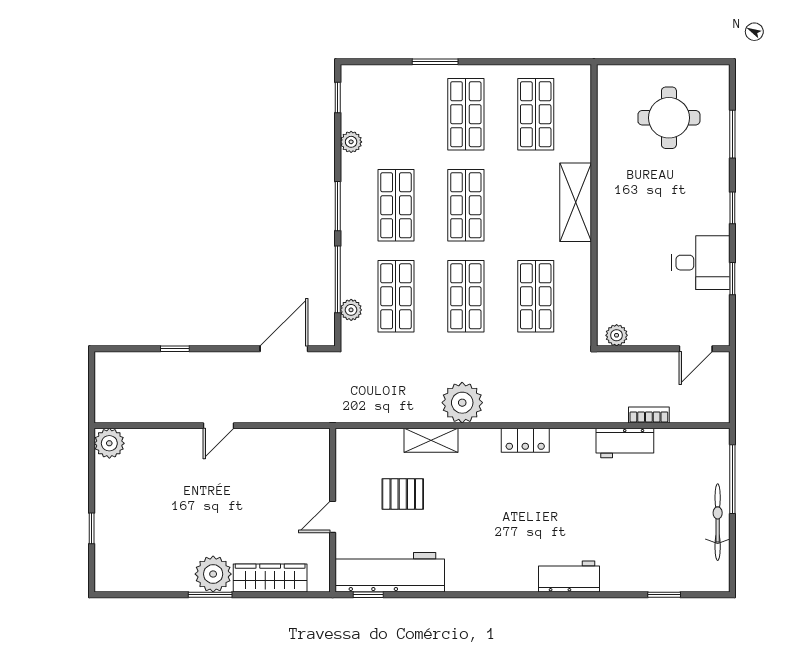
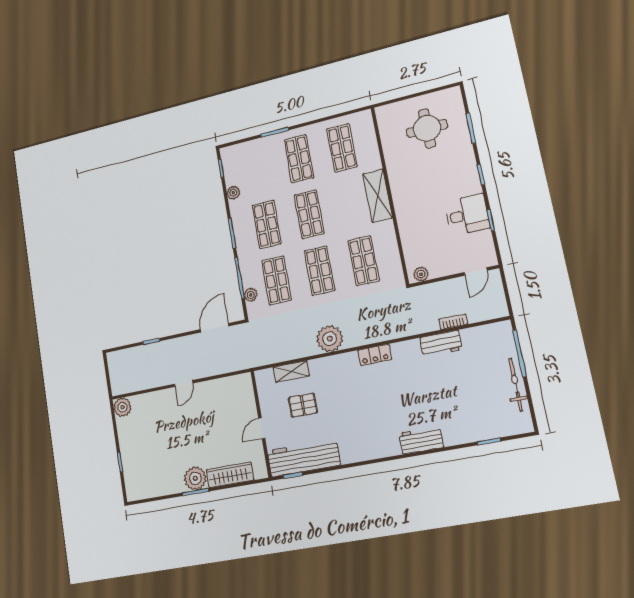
shelving: (431, 440) -> (291, 372), moved

